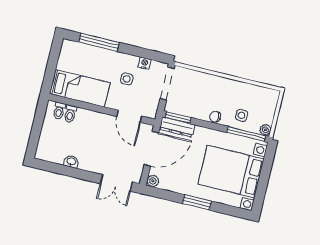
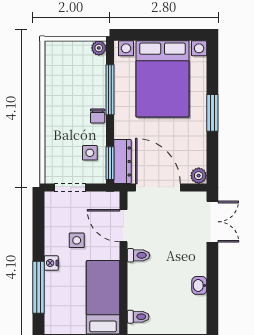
nightstand: (145, 63) -> (51, 263), moved
doorway: (167, 83) -> (70, 187), width x0.73
toilet: (70, 114) -> (138, 255), moved
side table: (242, 115) -> (90, 153), moved
door: (129, 116) -> (124, 226), swing flipped
window: (246, 134) -> (110, 90), moved

